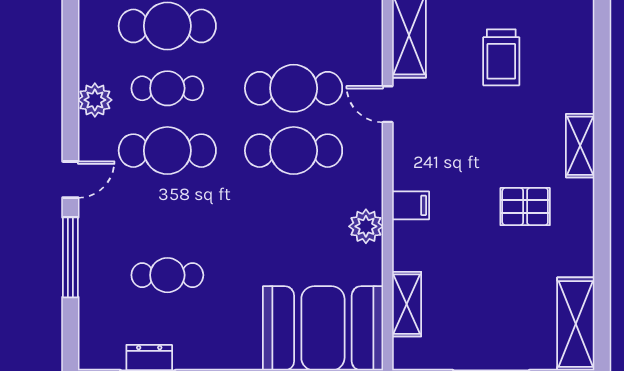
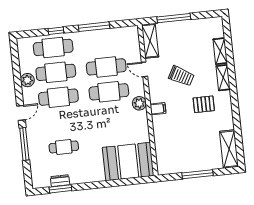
trolley: (501, 57) -> (181, 76), moved, turned -61
cafe table: (167, 88) -> (56, 72), width x1.37, depth x1.35
plant: (366, 226) -> (139, 103), moved
shelving: (407, 304) -> (220, 51), moved

